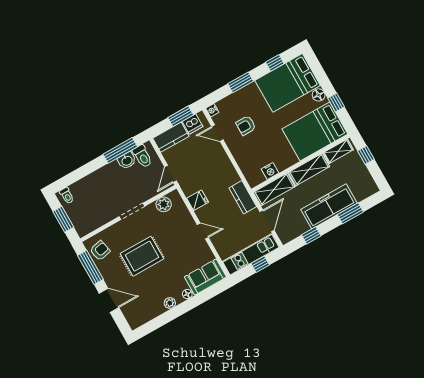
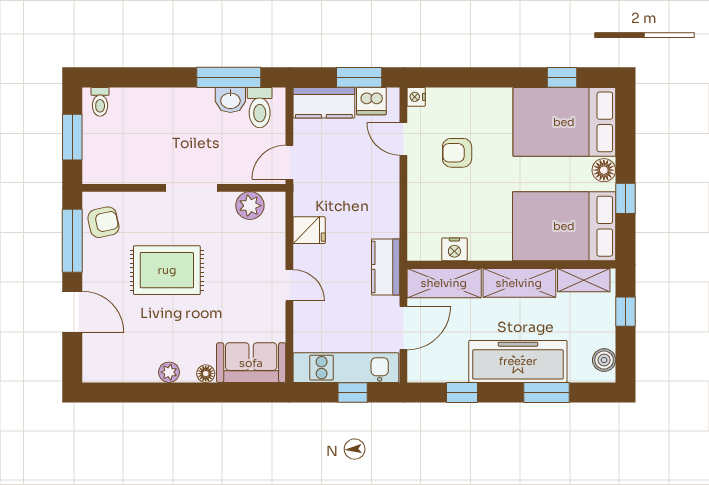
window: (241, 82) -> (488, 77), removed
boiler: (369, 183) -> (604, 360), added

